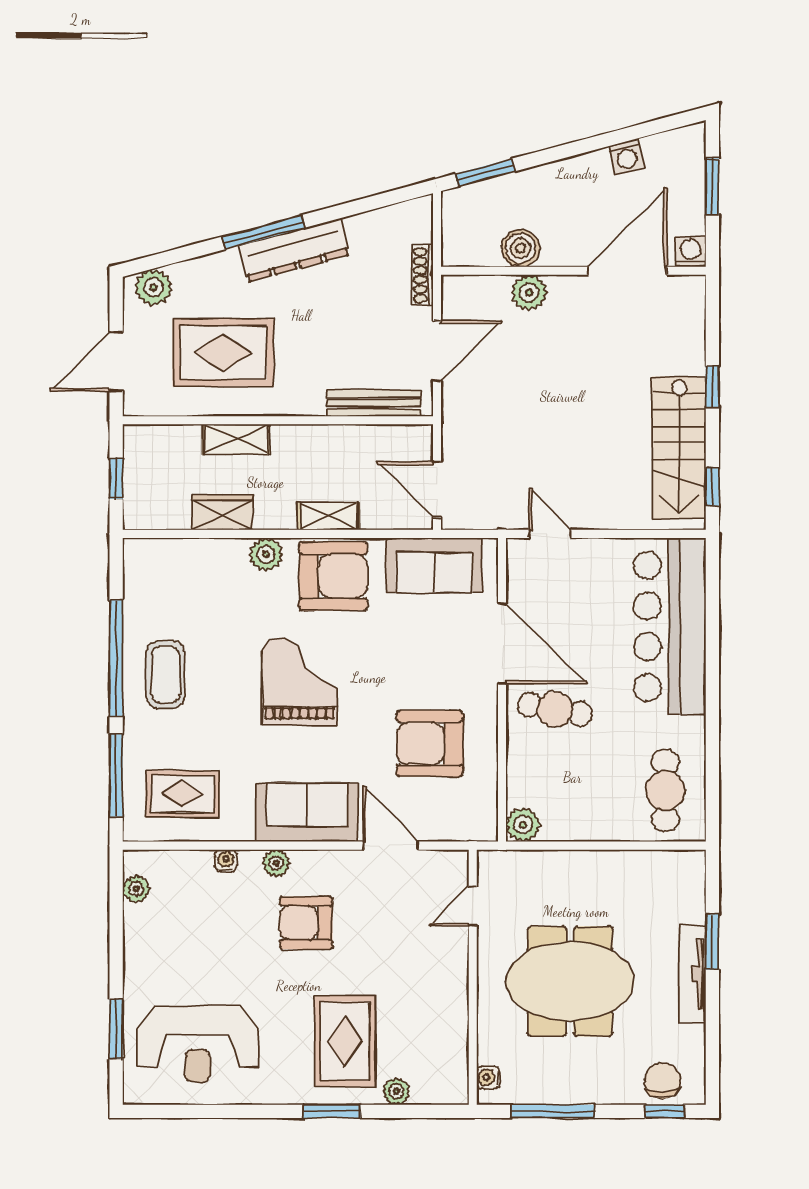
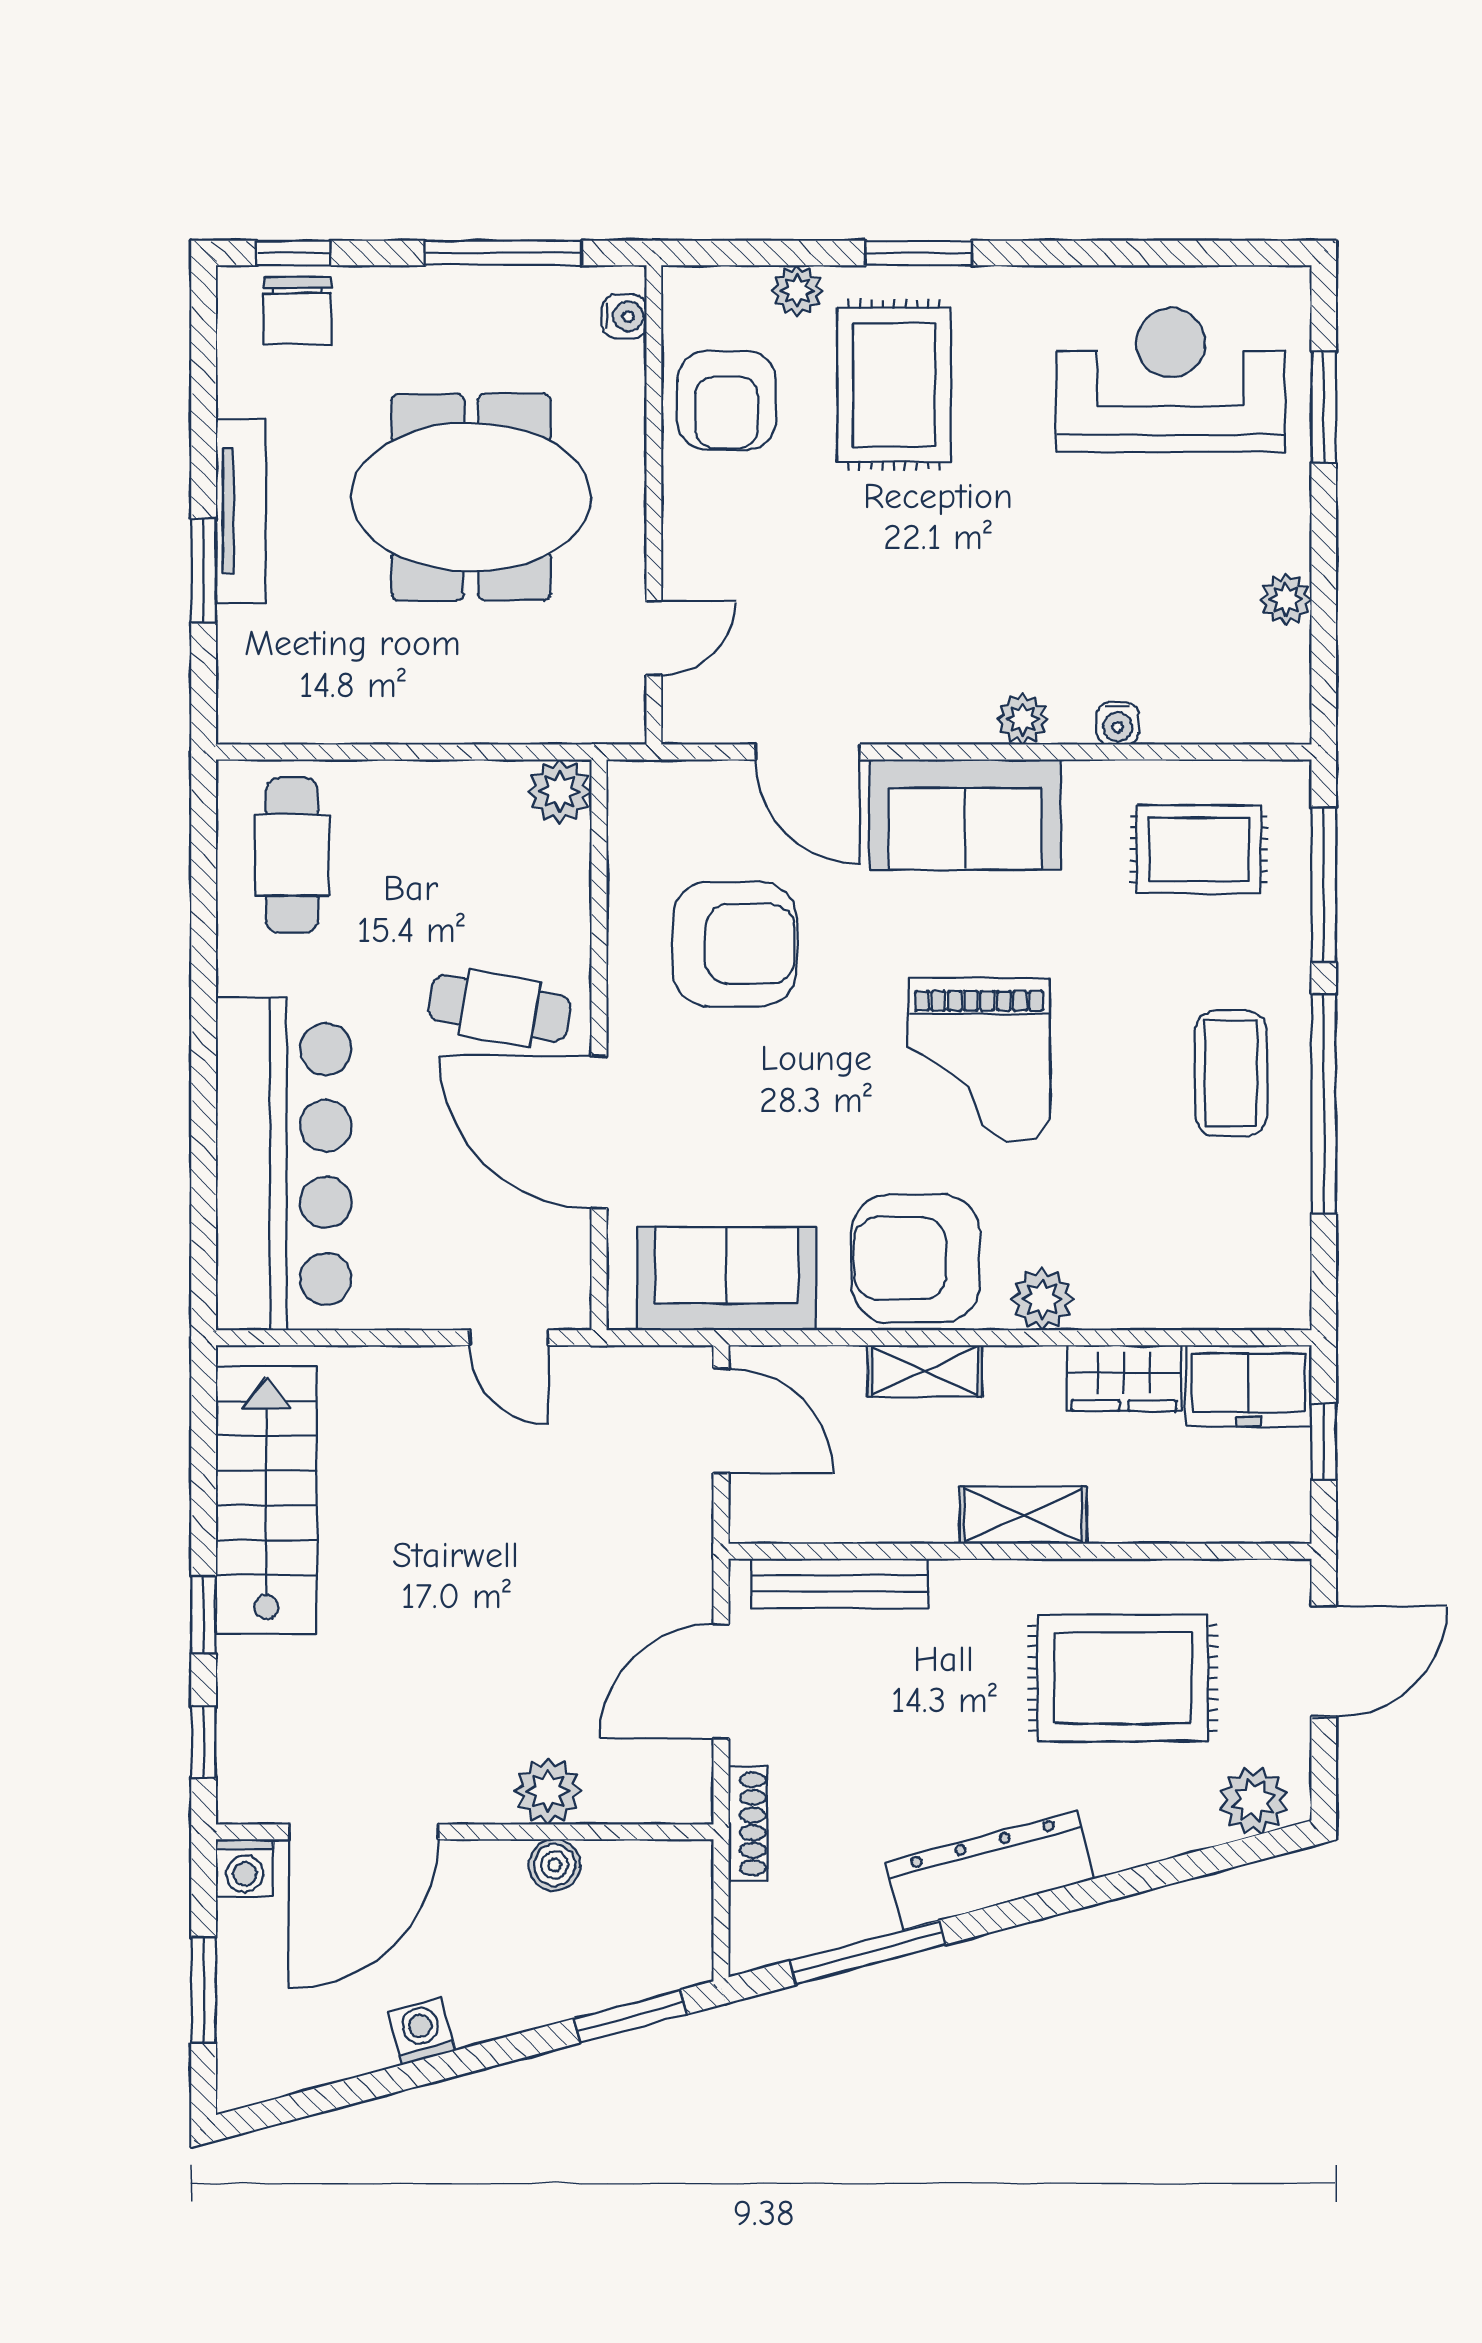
washing machine: (626, 157) -> (422, 2031), moved
window: (263, 232) -> (868, 1953), moved
boiler: (521, 248) -> (555, 1865), width x0.73, depth x0.73
shelving: (236, 439) -> (1023, 1515), moved
window: (712, 487) -> (204, 1742), moved
freezer: (156, 508) -> (1249, 1386), added
plant: (136, 889) -> (1286, 599), moved
armchair: (306, 923) -> (727, 400), moved, turned 90

